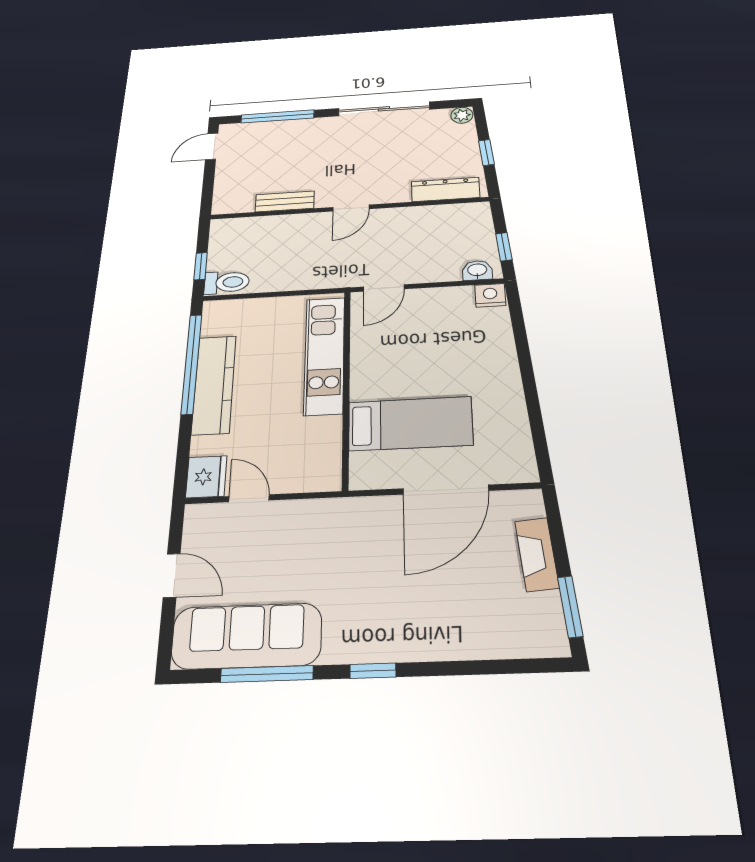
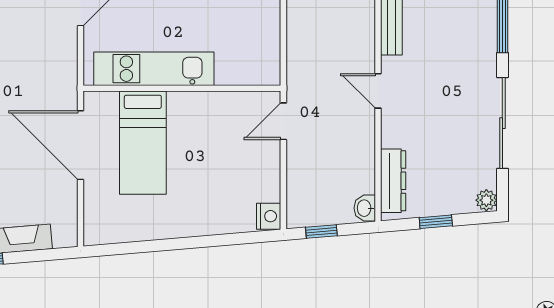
washbasin: (477, 270) -> (365, 208), moved, turned 180
door: (384, 288) -> (283, 121), hinge flipped
kitchen unit: (324, 355) -> (154, 69), moved
door: (446, 490) -> (80, 145), moved

